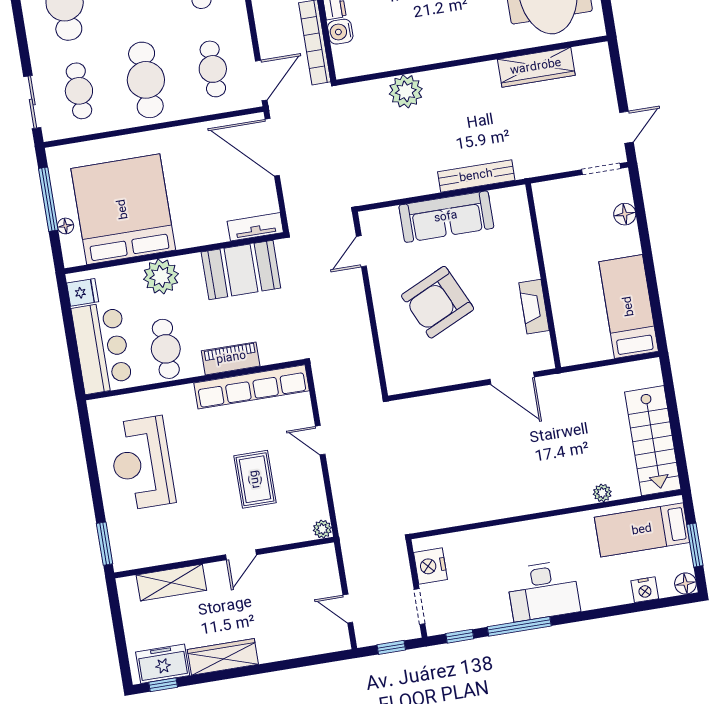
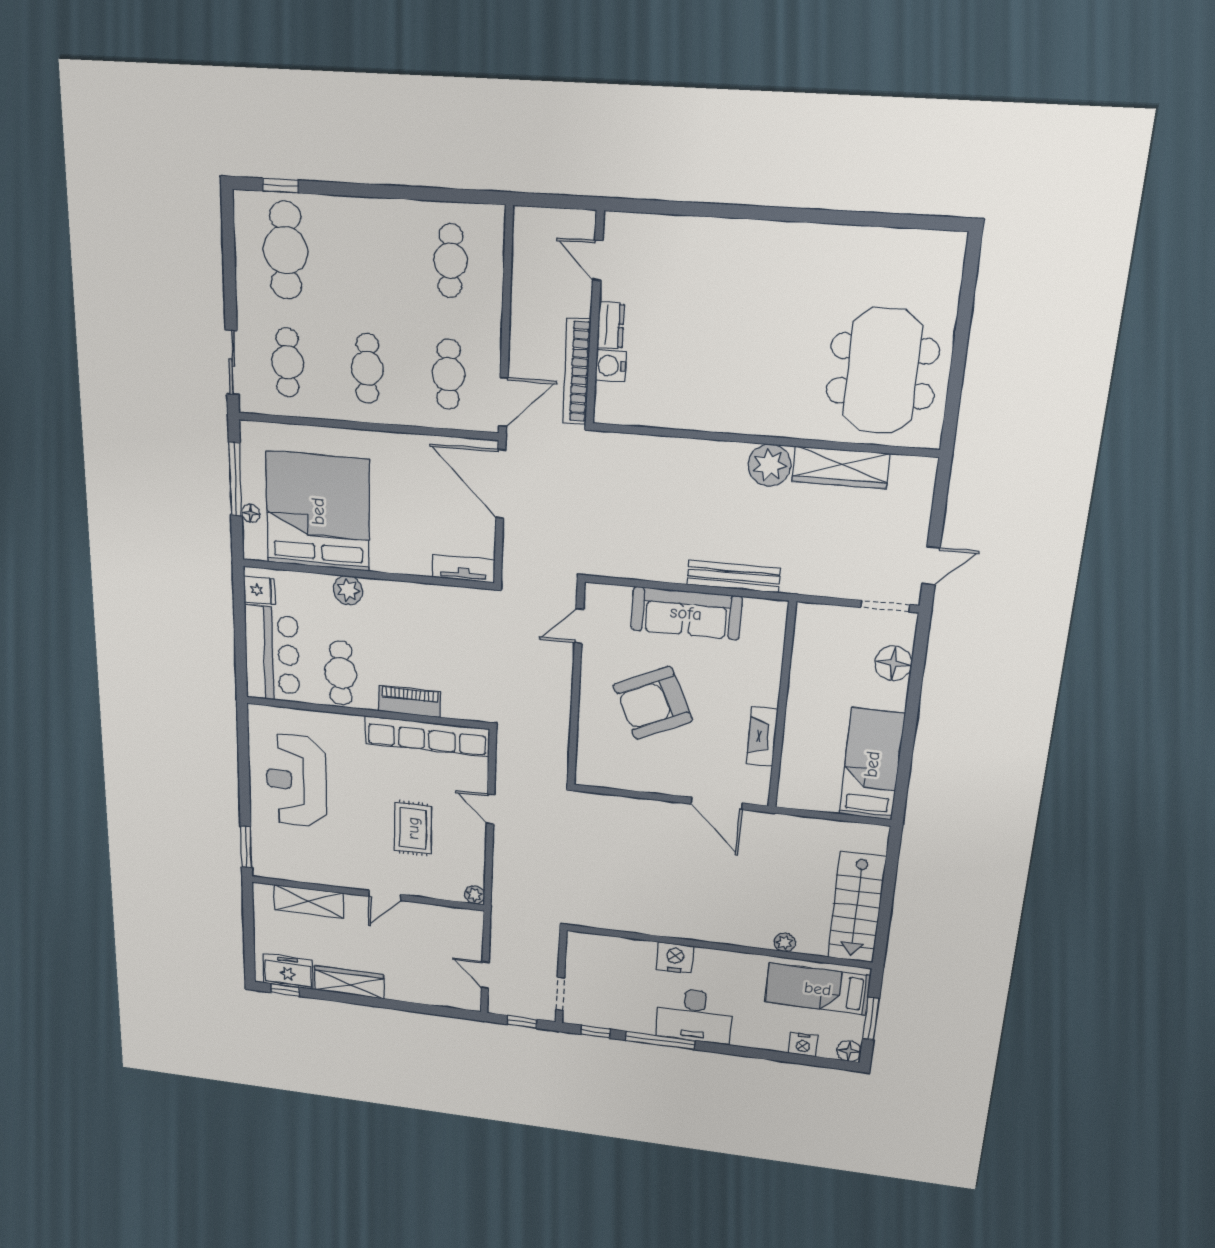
cafe table: (146, 80) -> (367, 368), width x0.73, depth x0.74
plant: (406, 91) -> (769, 465), moved
floor lamp: (625, 214) -> (893, 663), width x1.38, depth x1.38
booth: (241, 270) -> (438, 611), removed
plant: (161, 276) -> (348, 590), width x0.73, depth x0.73
nightstand: (430, 566) -> (675, 958), moved, turned 90

